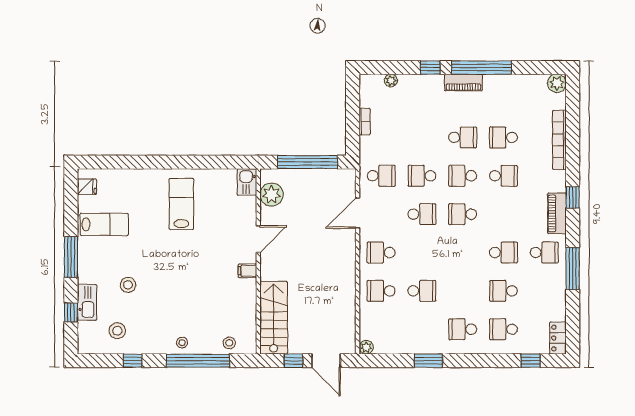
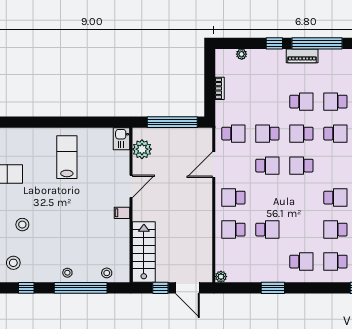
school desk: (463, 329) -> (301, 262), turned 180

